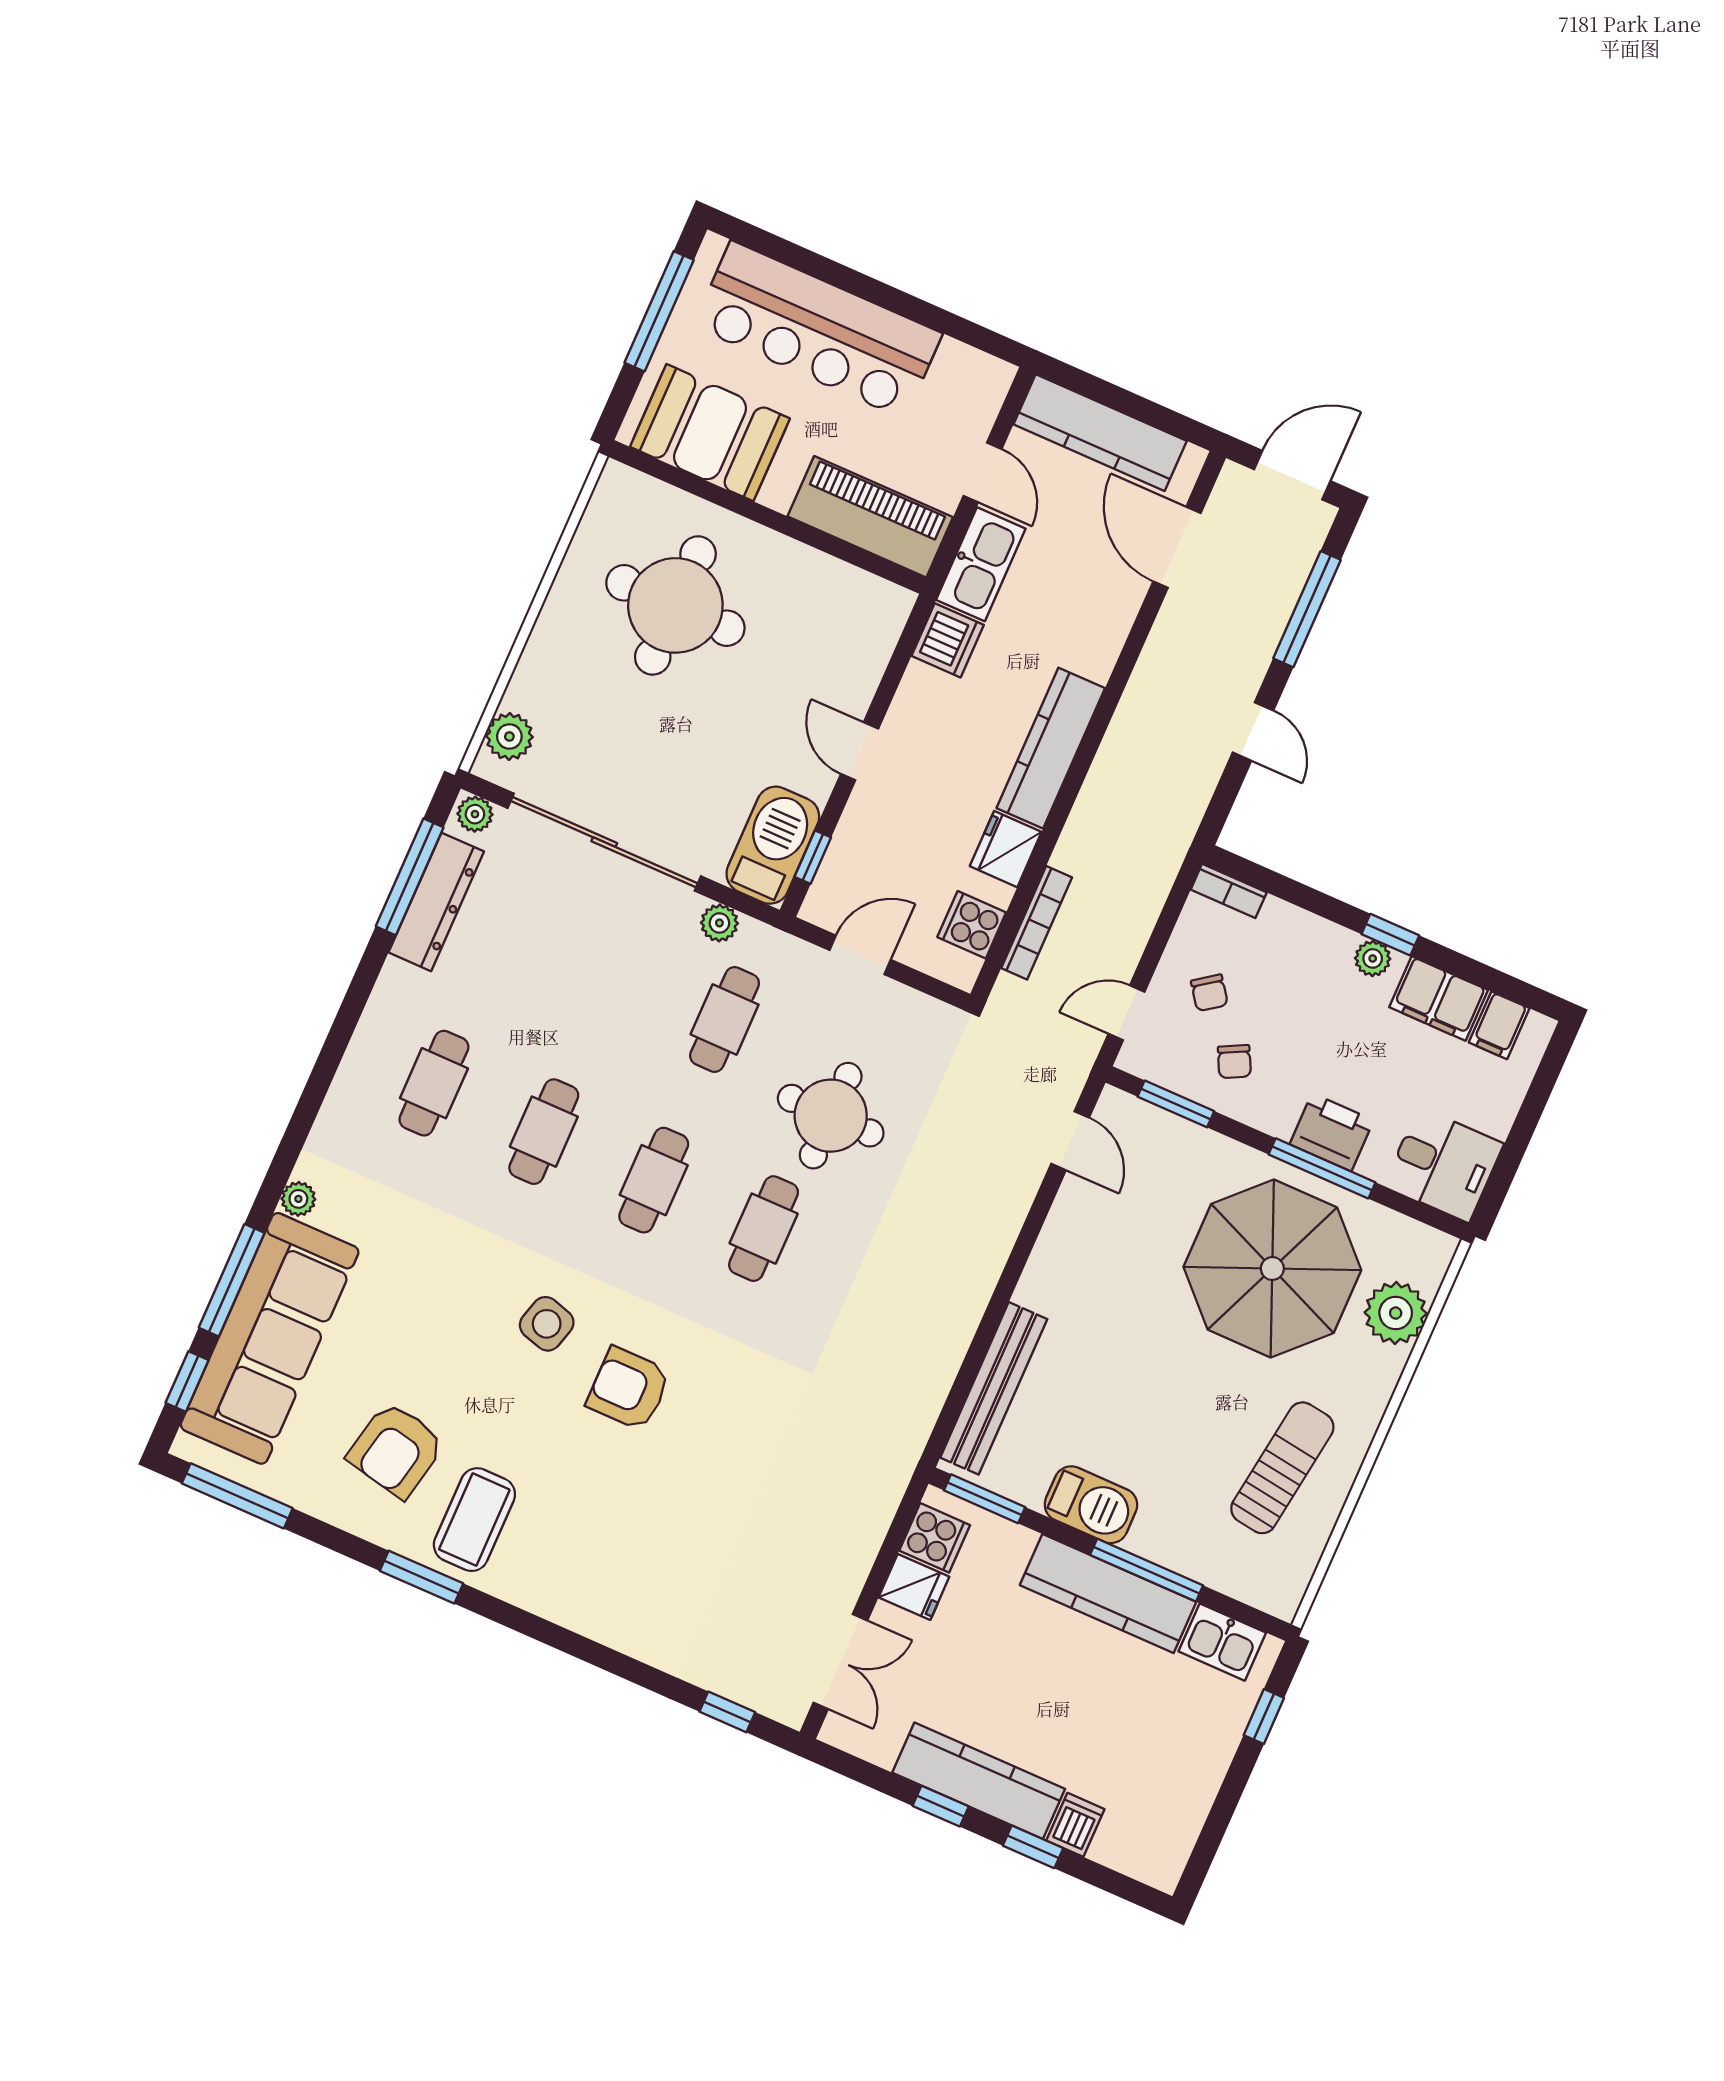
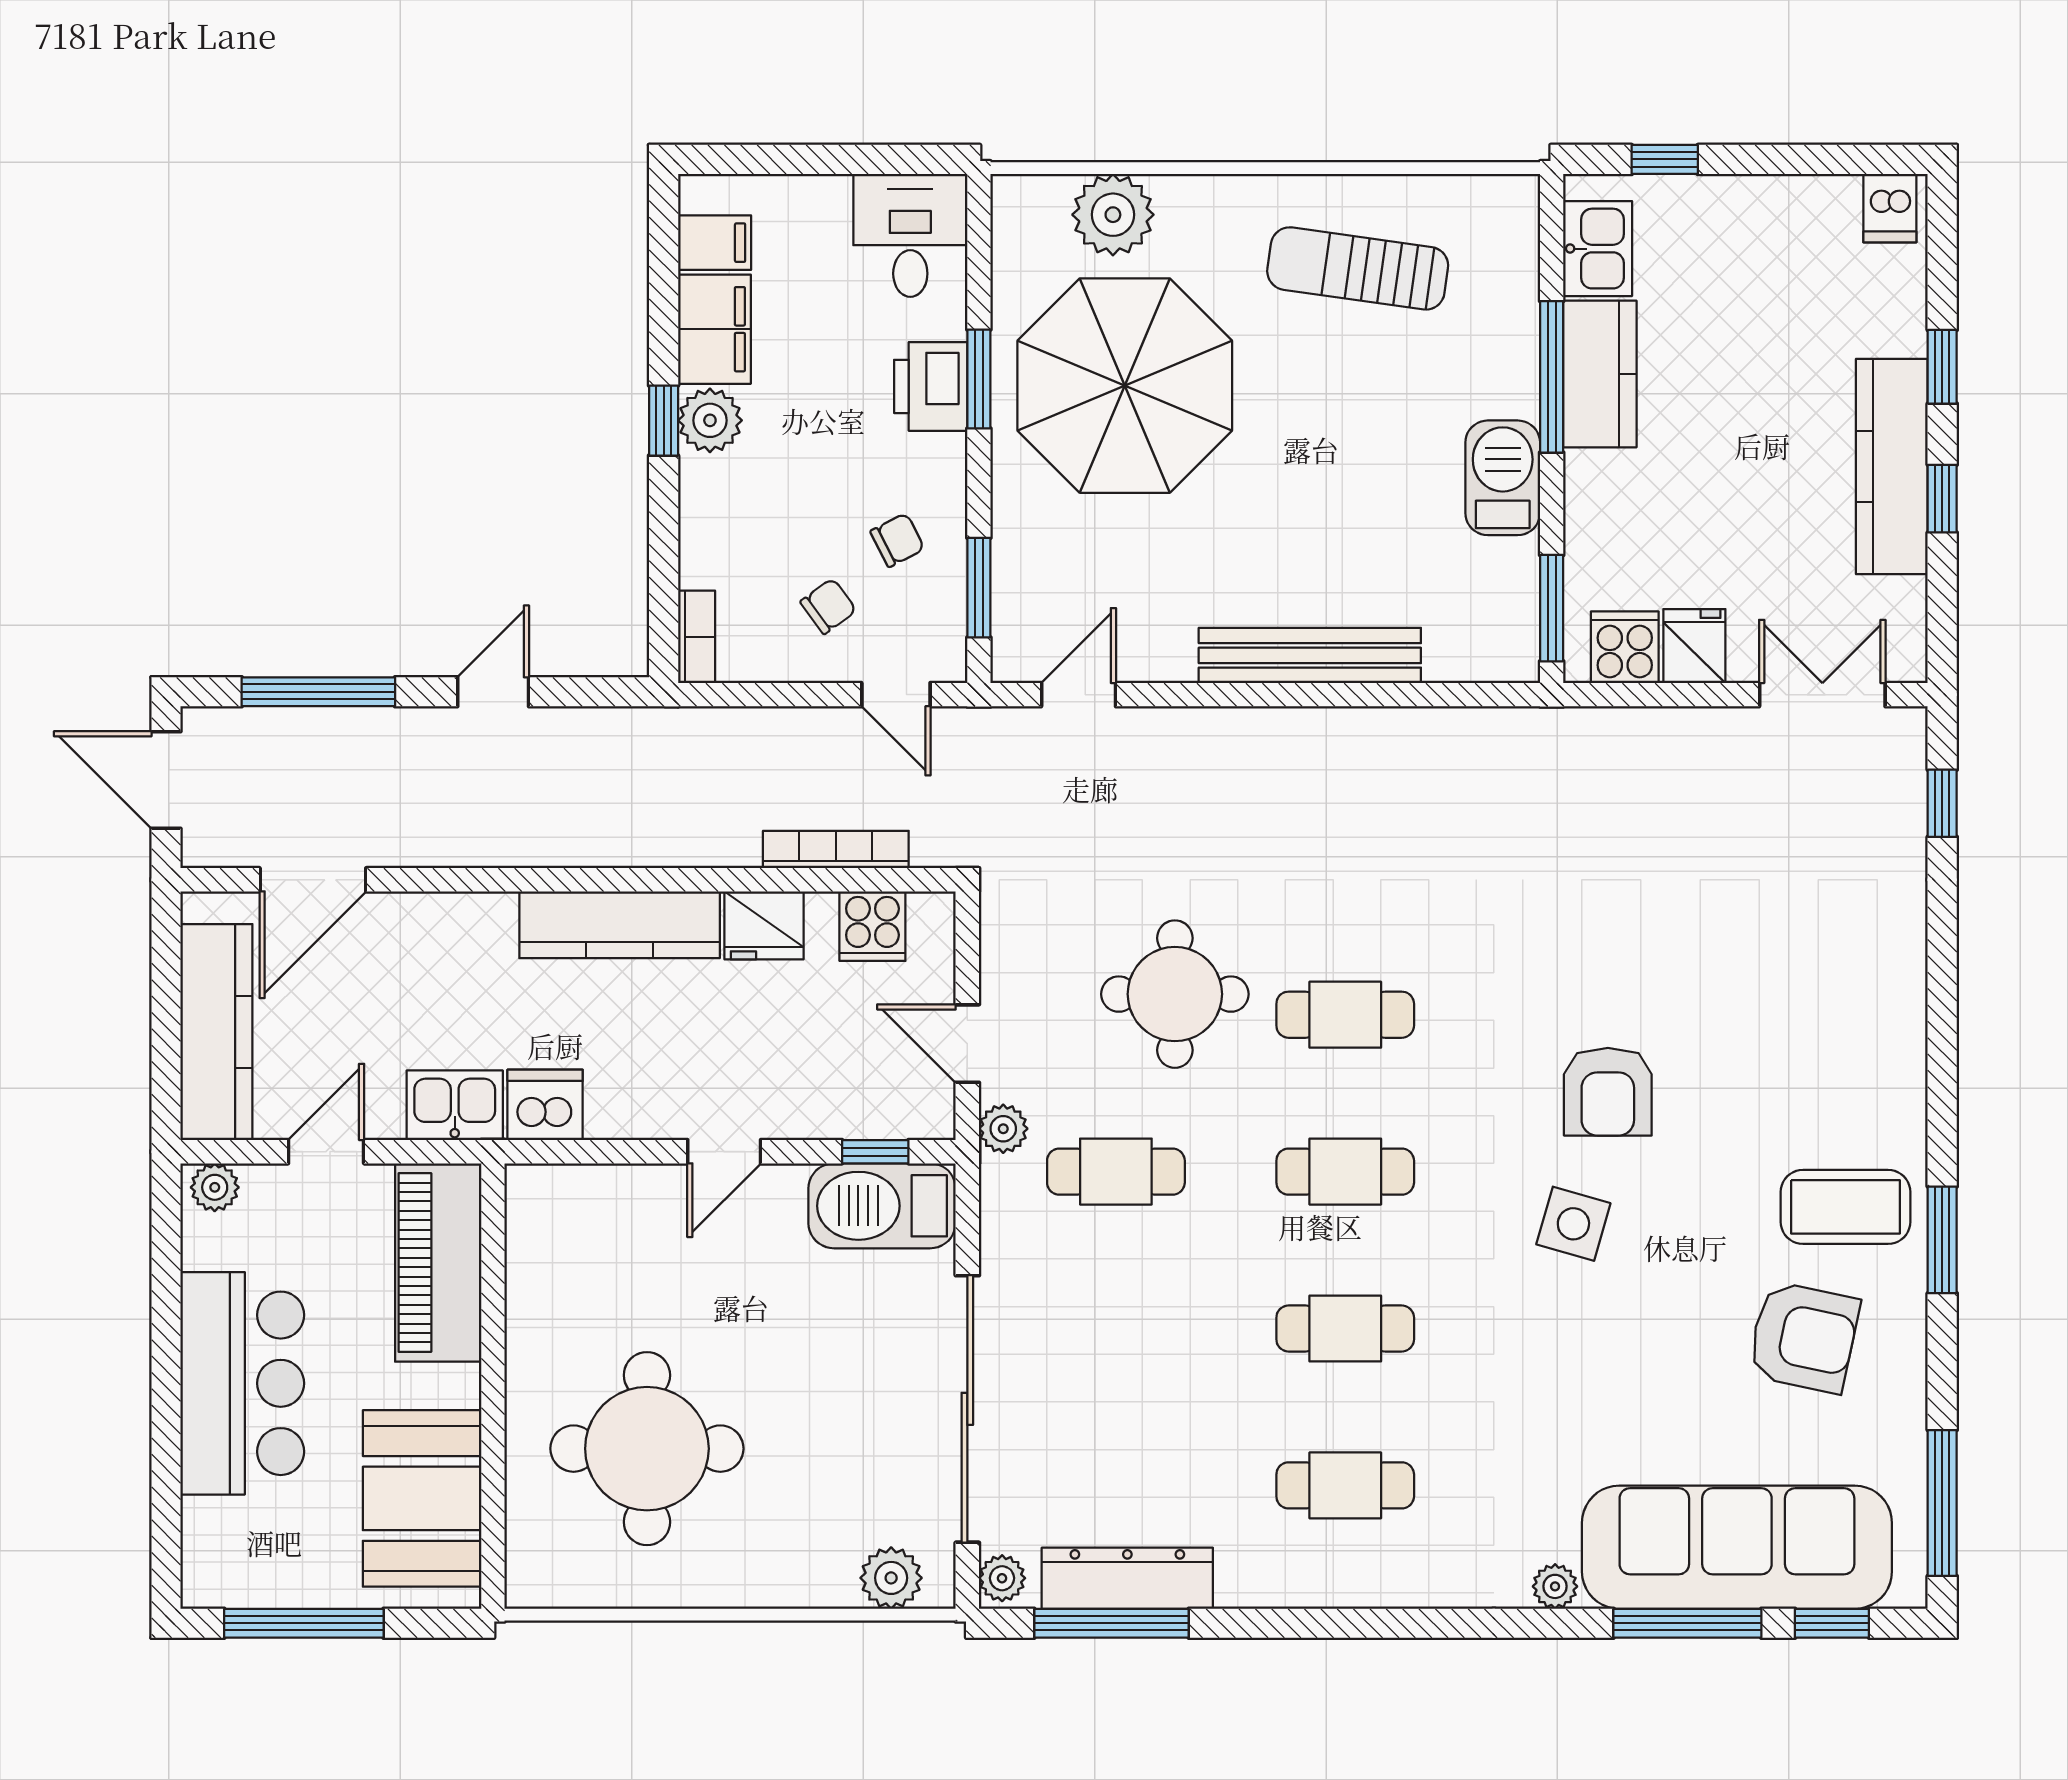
bar counter: (818, 330) -> (242, 1383), width x0.73
plant: (992, 383) -> (215, 1187), added
kitchen sink: (981, 564) -> (455, 1105), width x0.73
plant: (719, 923) -> (1003, 1129), moved
plant: (1373, 958) -> (710, 420), width x1.38, depth x1.38
window: (1322, 1168) -> (979, 379), width x0.69
bench: (994, 1388) -> (1310, 655), moved
kitchen counter: (1108, 1594) -> (1600, 374), width x0.67
dishwasher: (1075, 1825) -> (1890, 208), moved, turned -90

